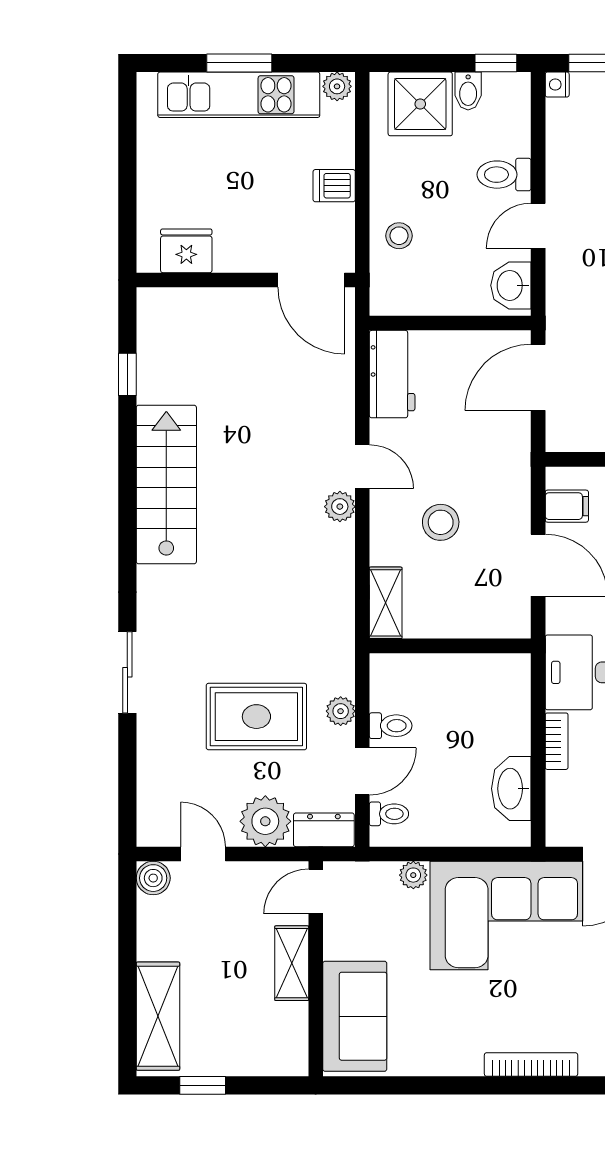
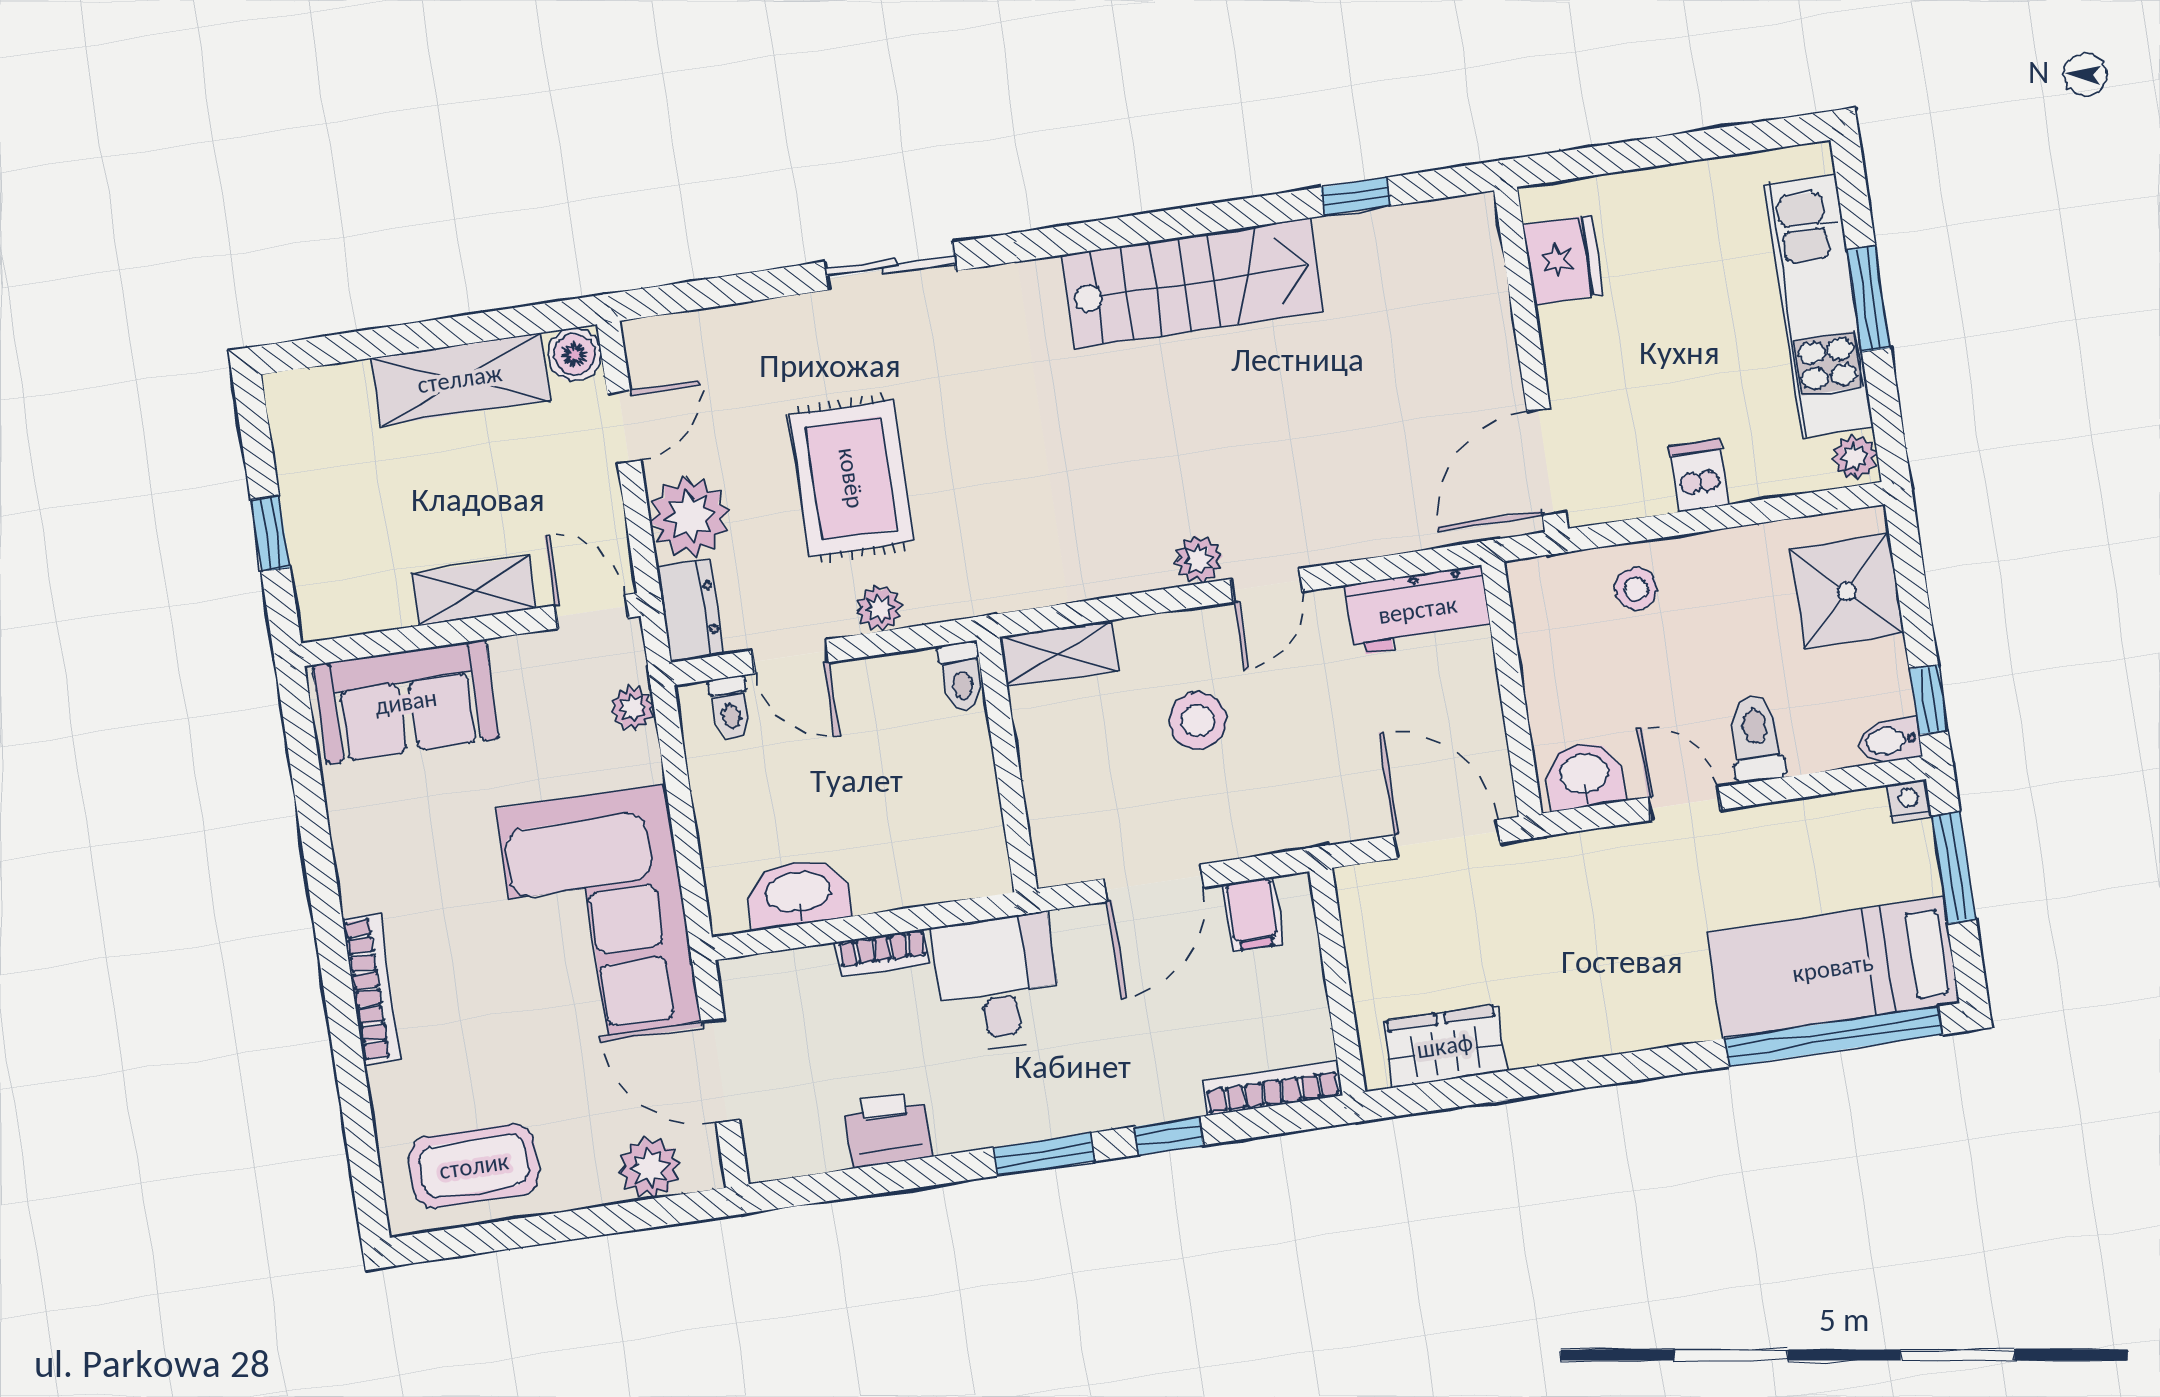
bidet: (468, 91) -> (1890, 741), moved
toilet: (391, 726) -> (961, 676), moved
plant: (413, 875) -> (632, 708), moved
shelving: (158, 1016) -> (460, 379), moved
window: (203, 1085) -> (270, 534), moved

